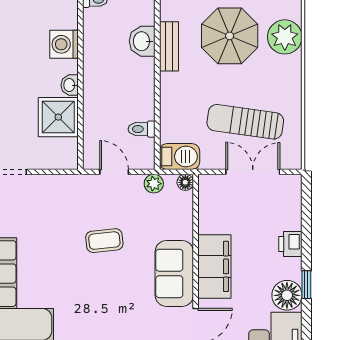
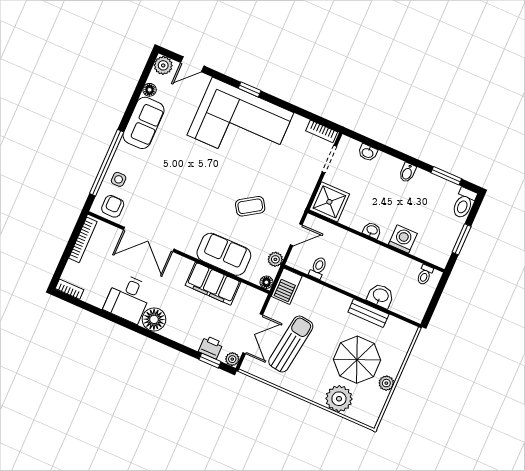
shower: (58, 117) -> (329, 202), moved
plant: (293, 183) -> (232, 359), added
coffee table: (104, 241) -> (250, 206), turned 63
printer: (290, 244) -> (211, 347), moved
filing cabinet: (214, 266) -> (213, 284), moved
sofa: (174, 273) -> (224, 254), moved
window: (306, 285) -> (210, 361), moved

